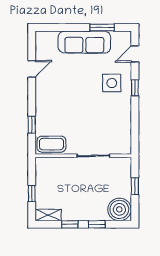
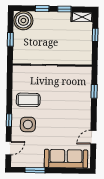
sofa: (84, 42) -> (66, 159), moved
coffee table: (51, 144) -> (28, 100), moved

